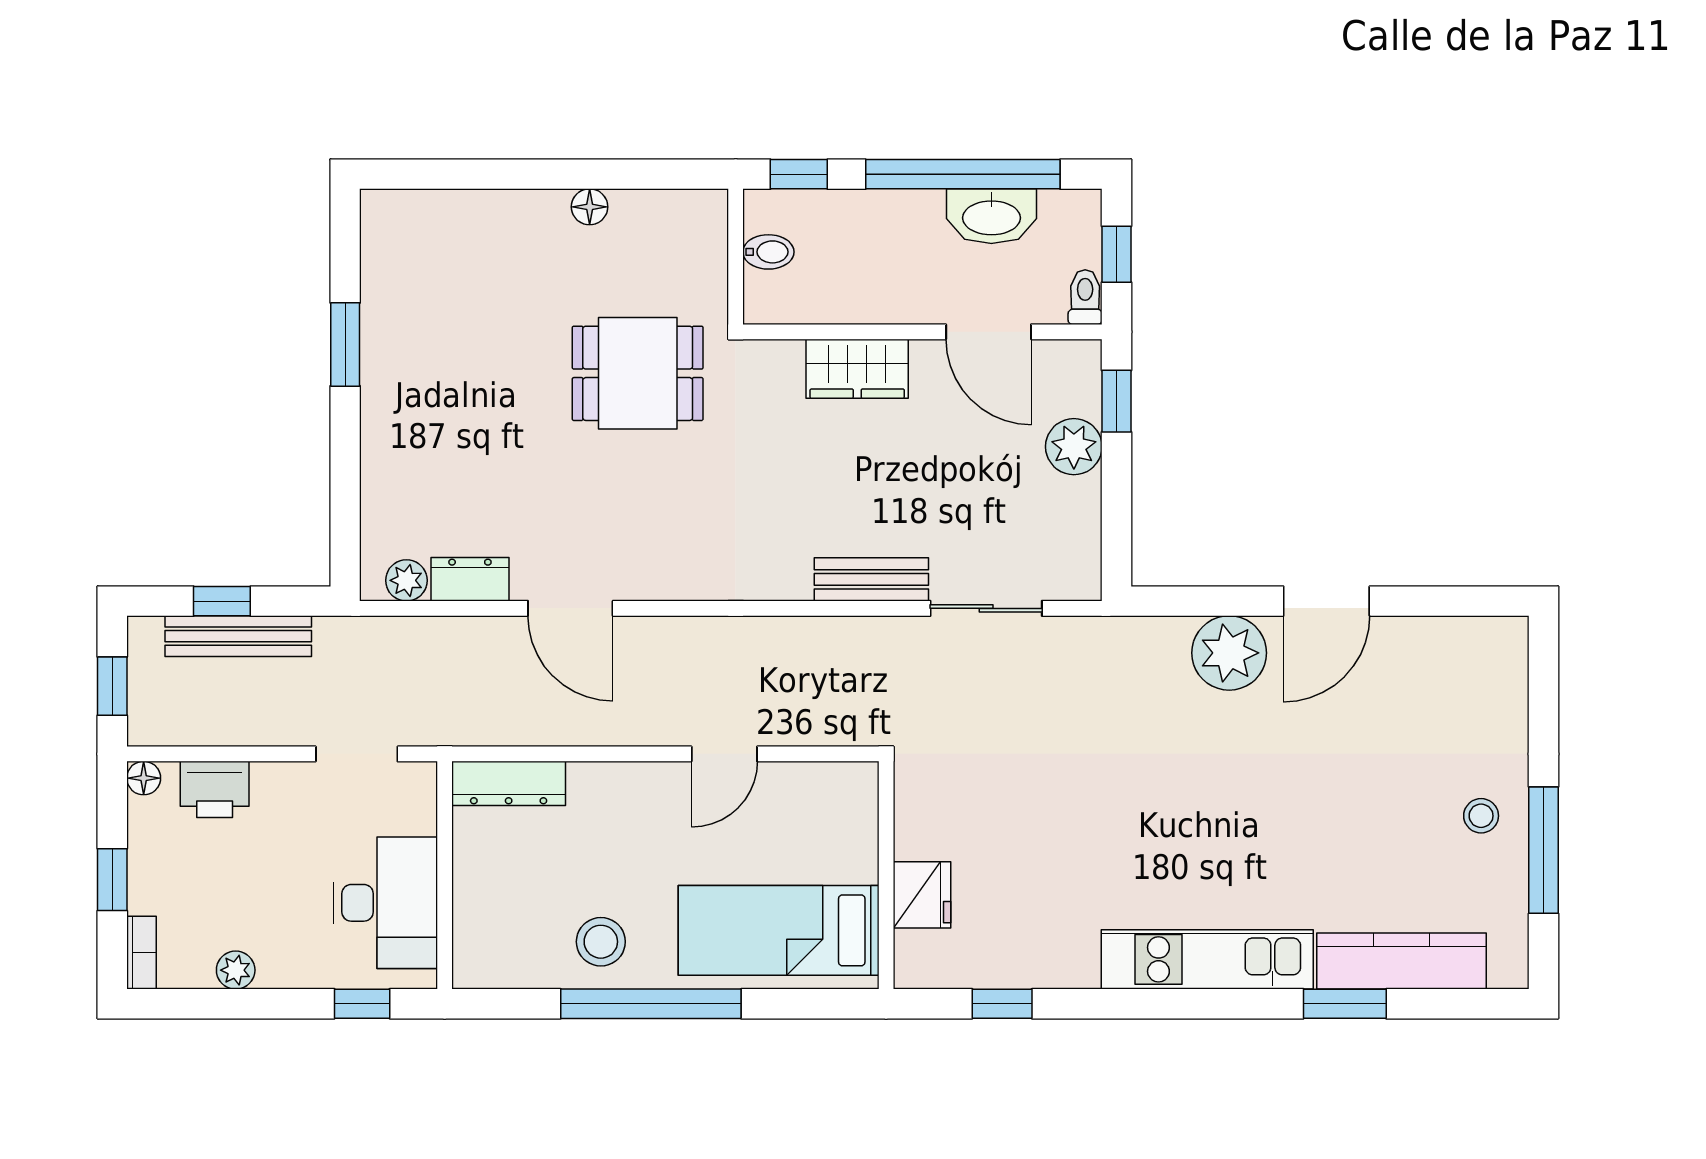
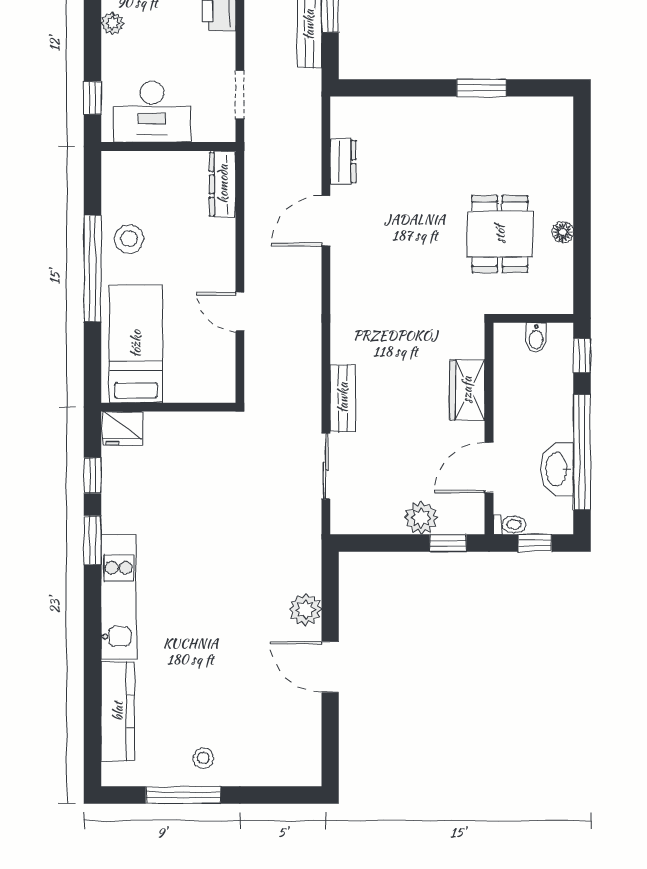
dining table: (638, 373) -> (500, 234), moved
plant: (406, 580) -> (342, 124), removed
plant: (1229, 653) -> (305, 609), width x0.73, depth x0.73
fridge: (922, 895) -> (122, 428), moved
window: (1345, 1004) -> (92, 540), moved

